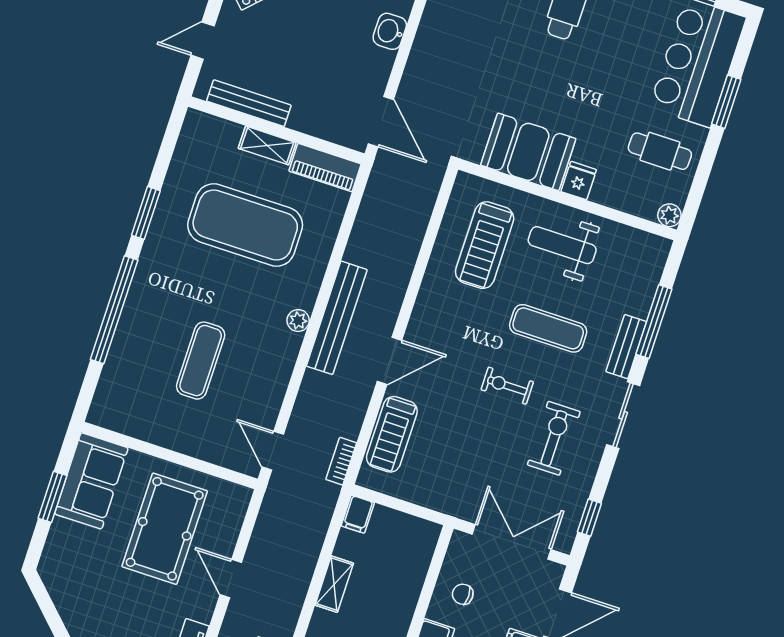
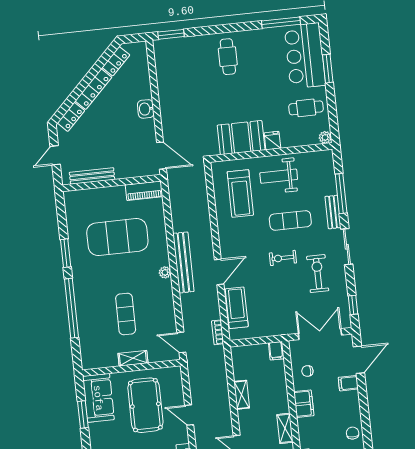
shelving: (267, 145) -> (133, 358), moved
treadmill: (392, 434) -> (237, 308), turned 180
filing cabinet: (358, 514) -> (276, 351), moved

